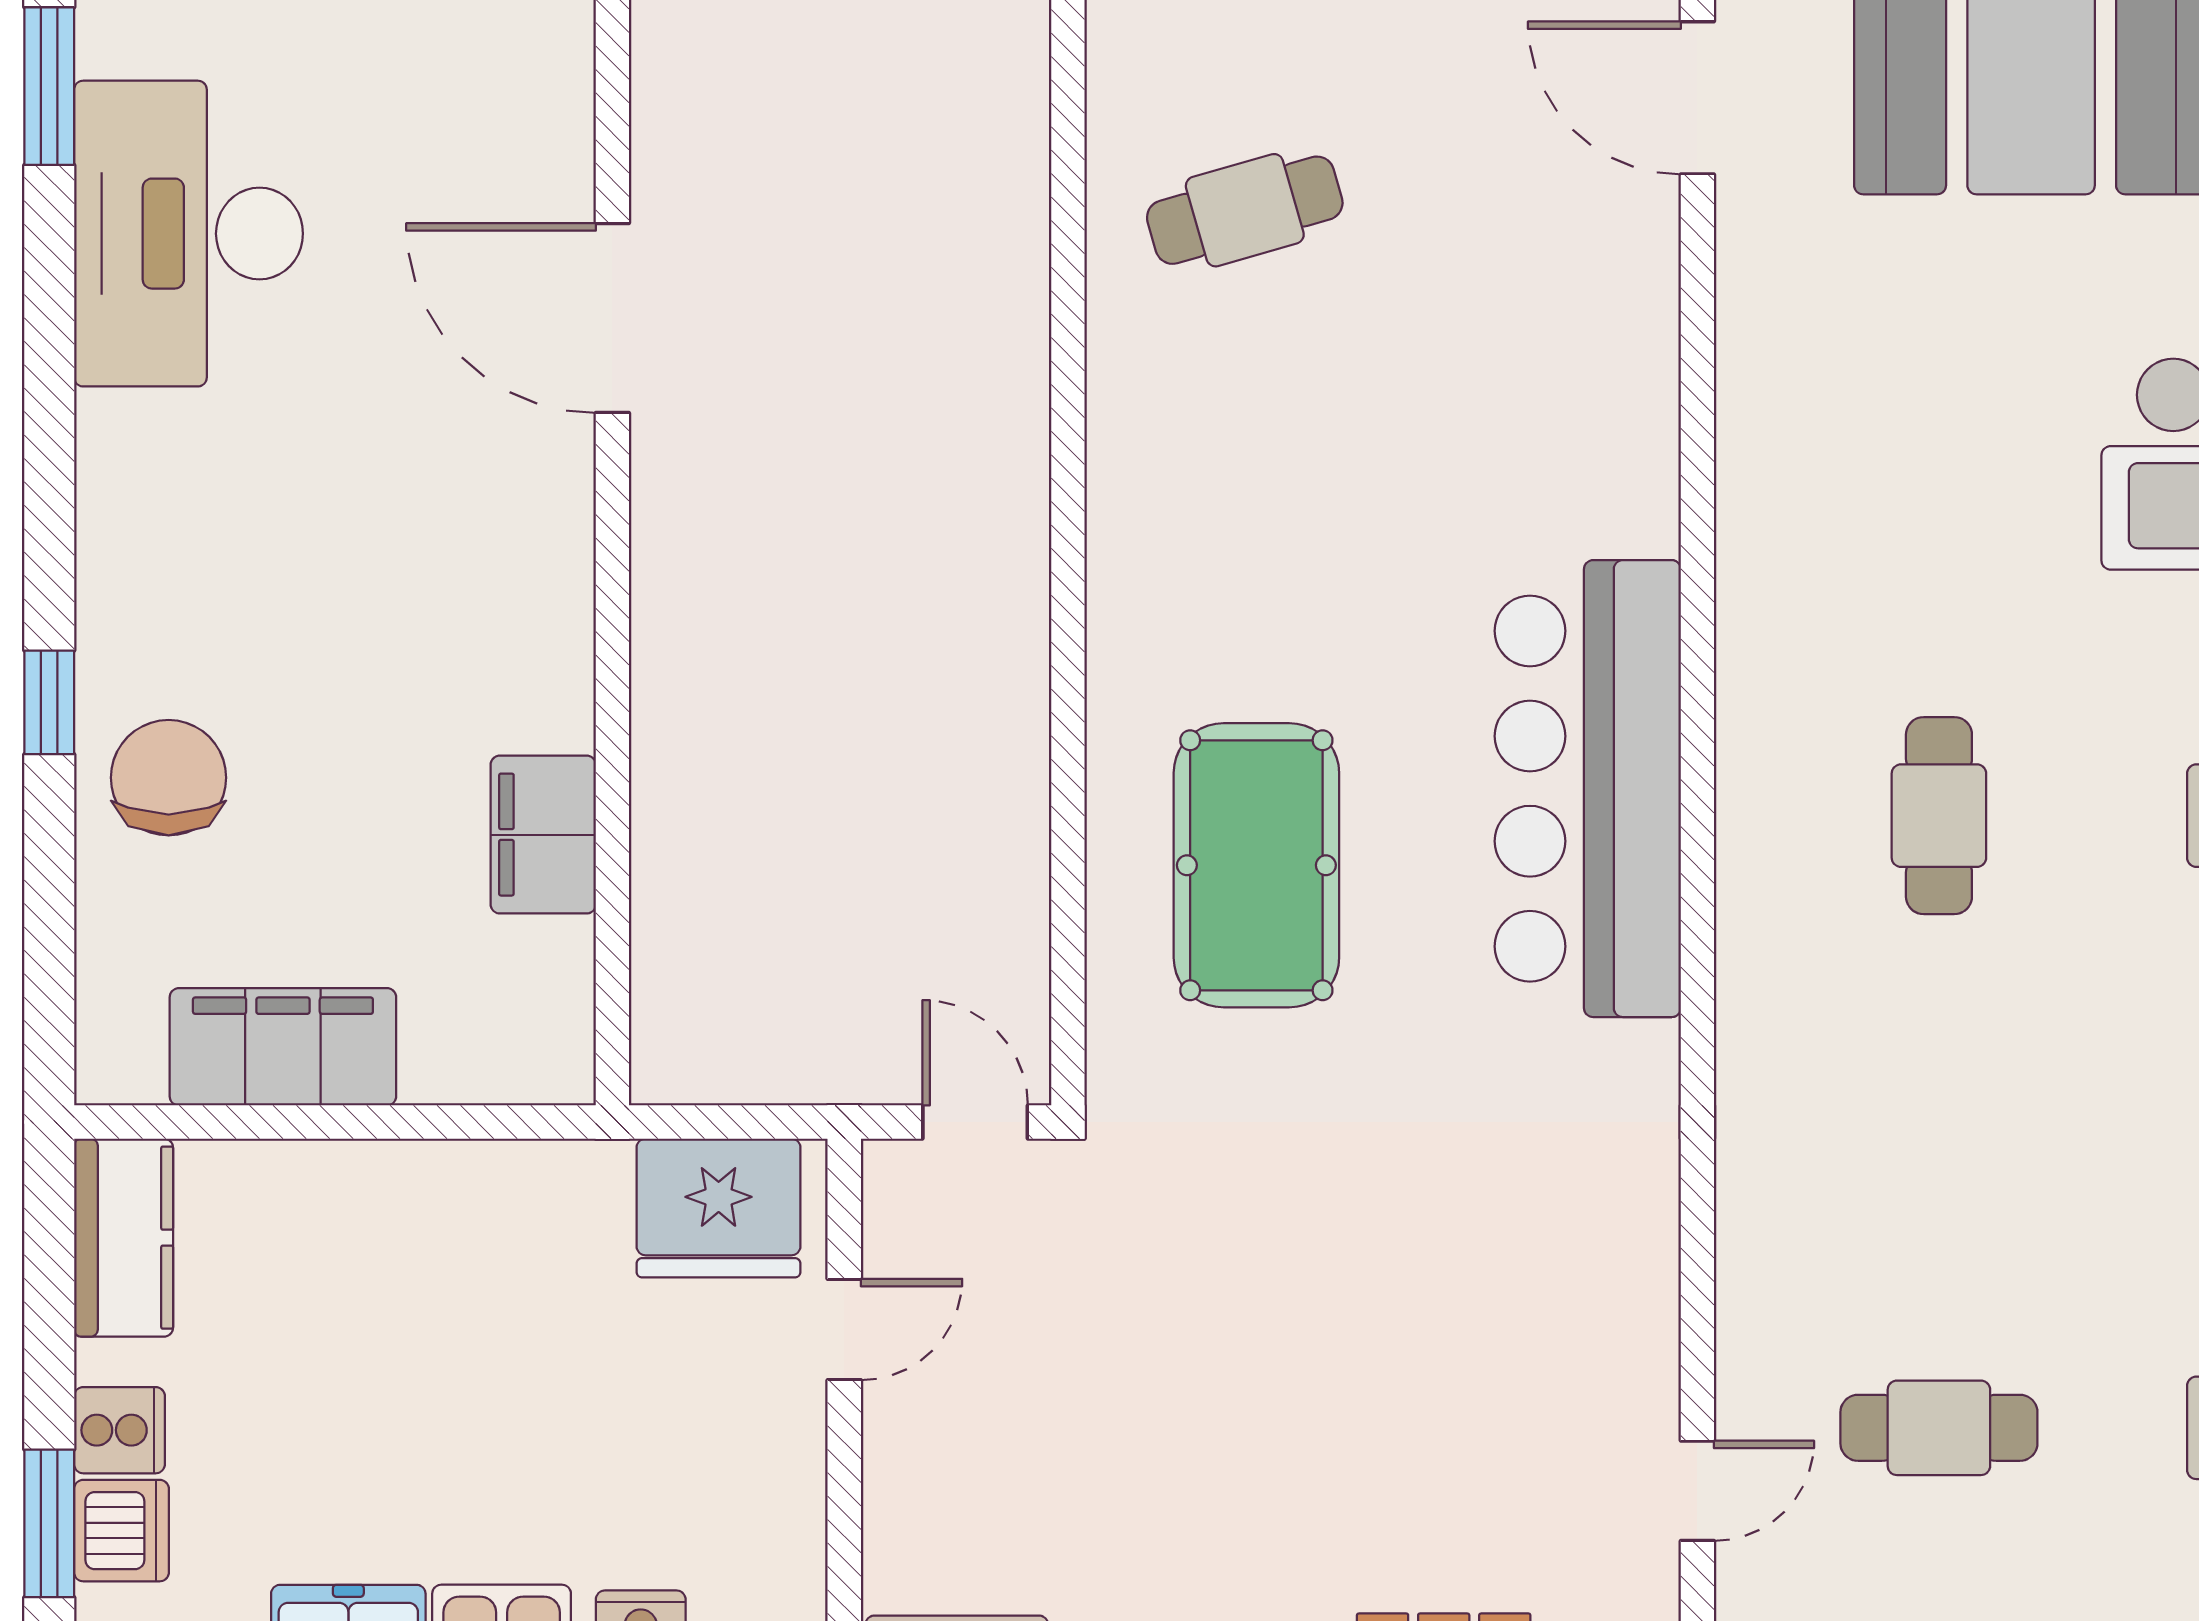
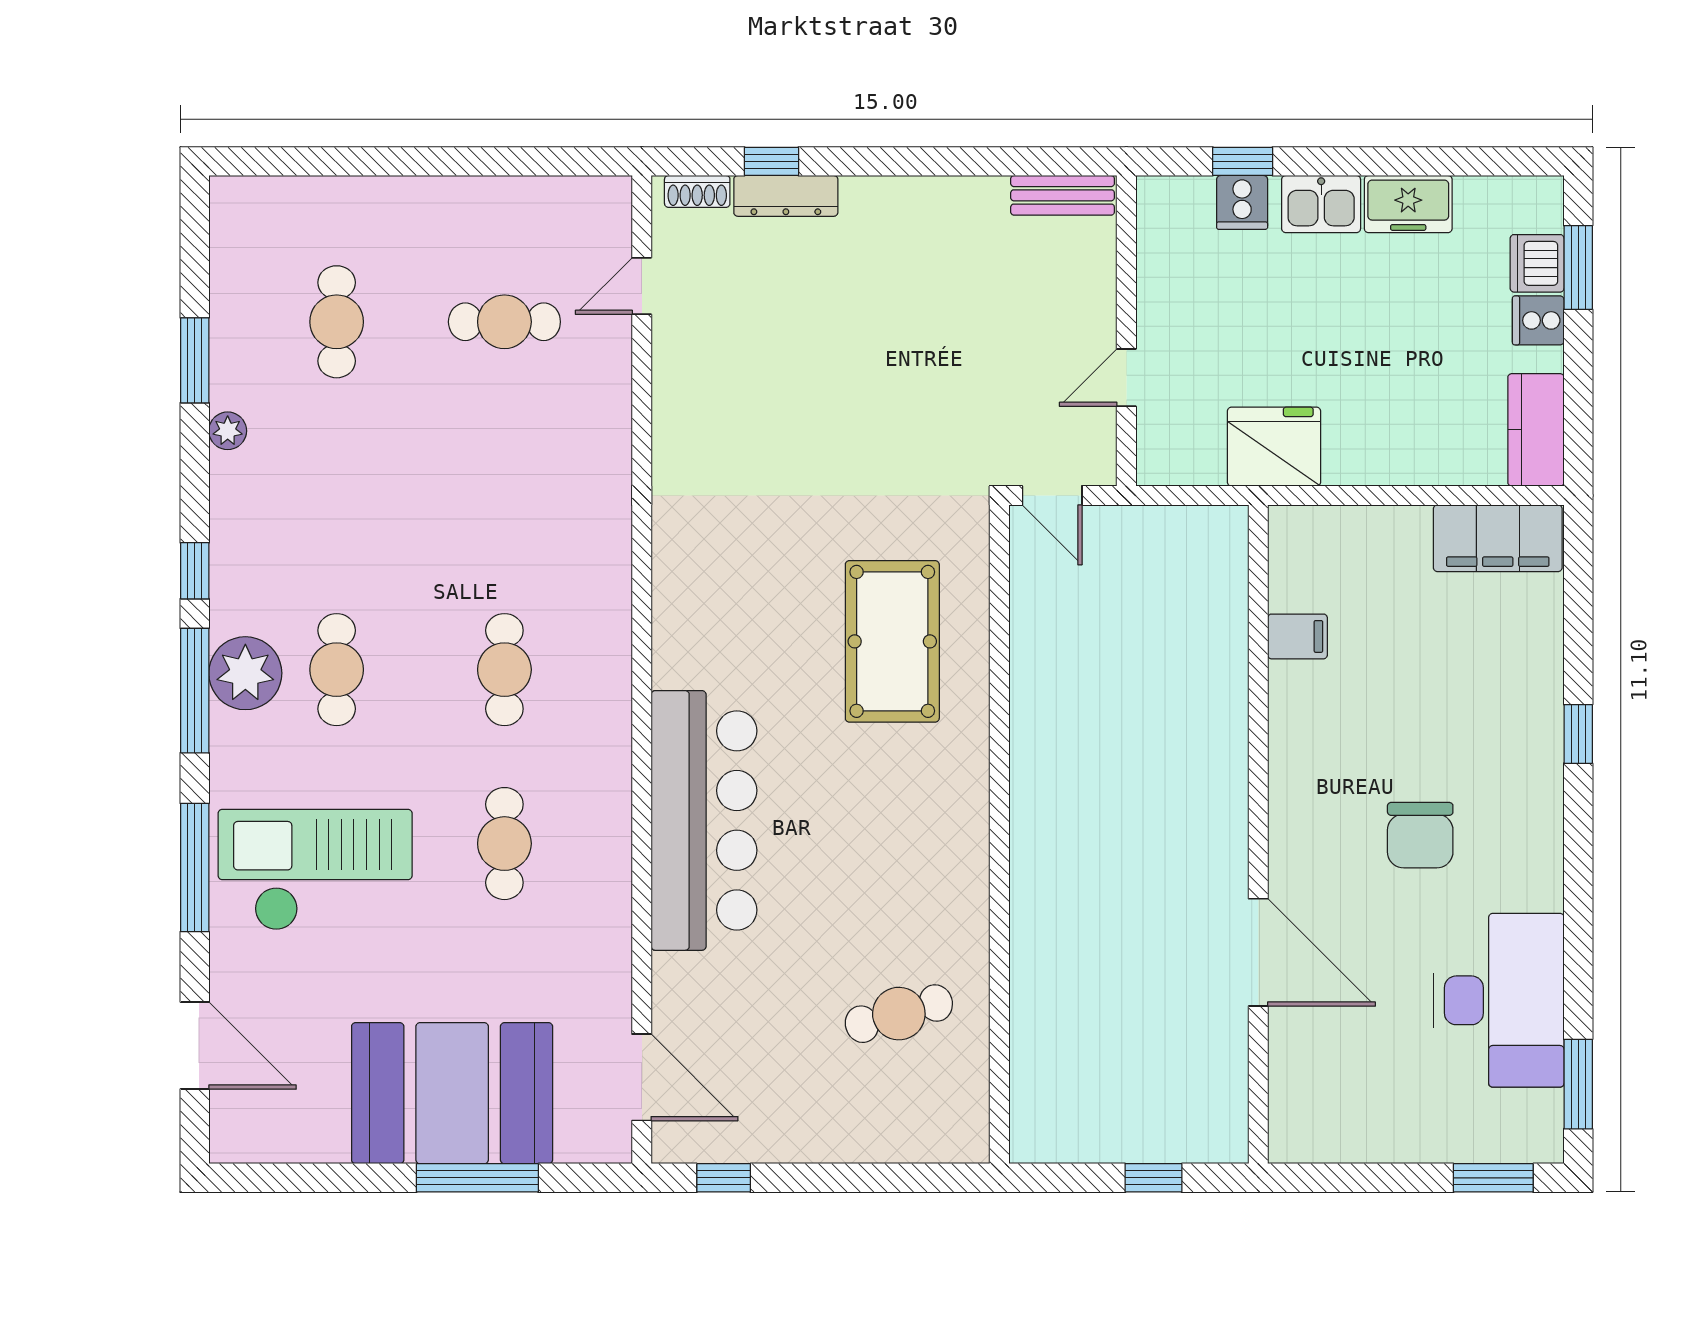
cafe table: (1939, 510) -> (504, 844), added
chair: (169, 778) -> (1420, 835), moved
bar counter: (1588, 789) -> (704, 820), moved
filing cabinet: (543, 835) -> (1297, 636), width x0.50
filing cabinet: (283, 1047) -> (1498, 538), moved
fridge: (719, 1208) -> (1274, 447), moved

